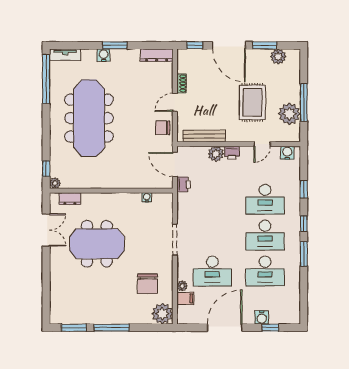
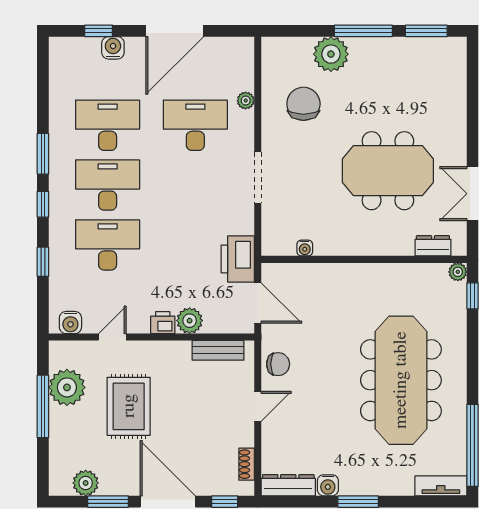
water cooler: (104, 55) -> (328, 485), moved
shoe rack: (182, 83) -> (247, 464), moved
bench: (204, 136) -> (218, 350), width x0.73
printer: (184, 184) -> (238, 259), width x1.87, depth x1.48
filing cabinet: (185, 298) -> (240, 80), removed
plant: (162, 314) -> (331, 54), moved

